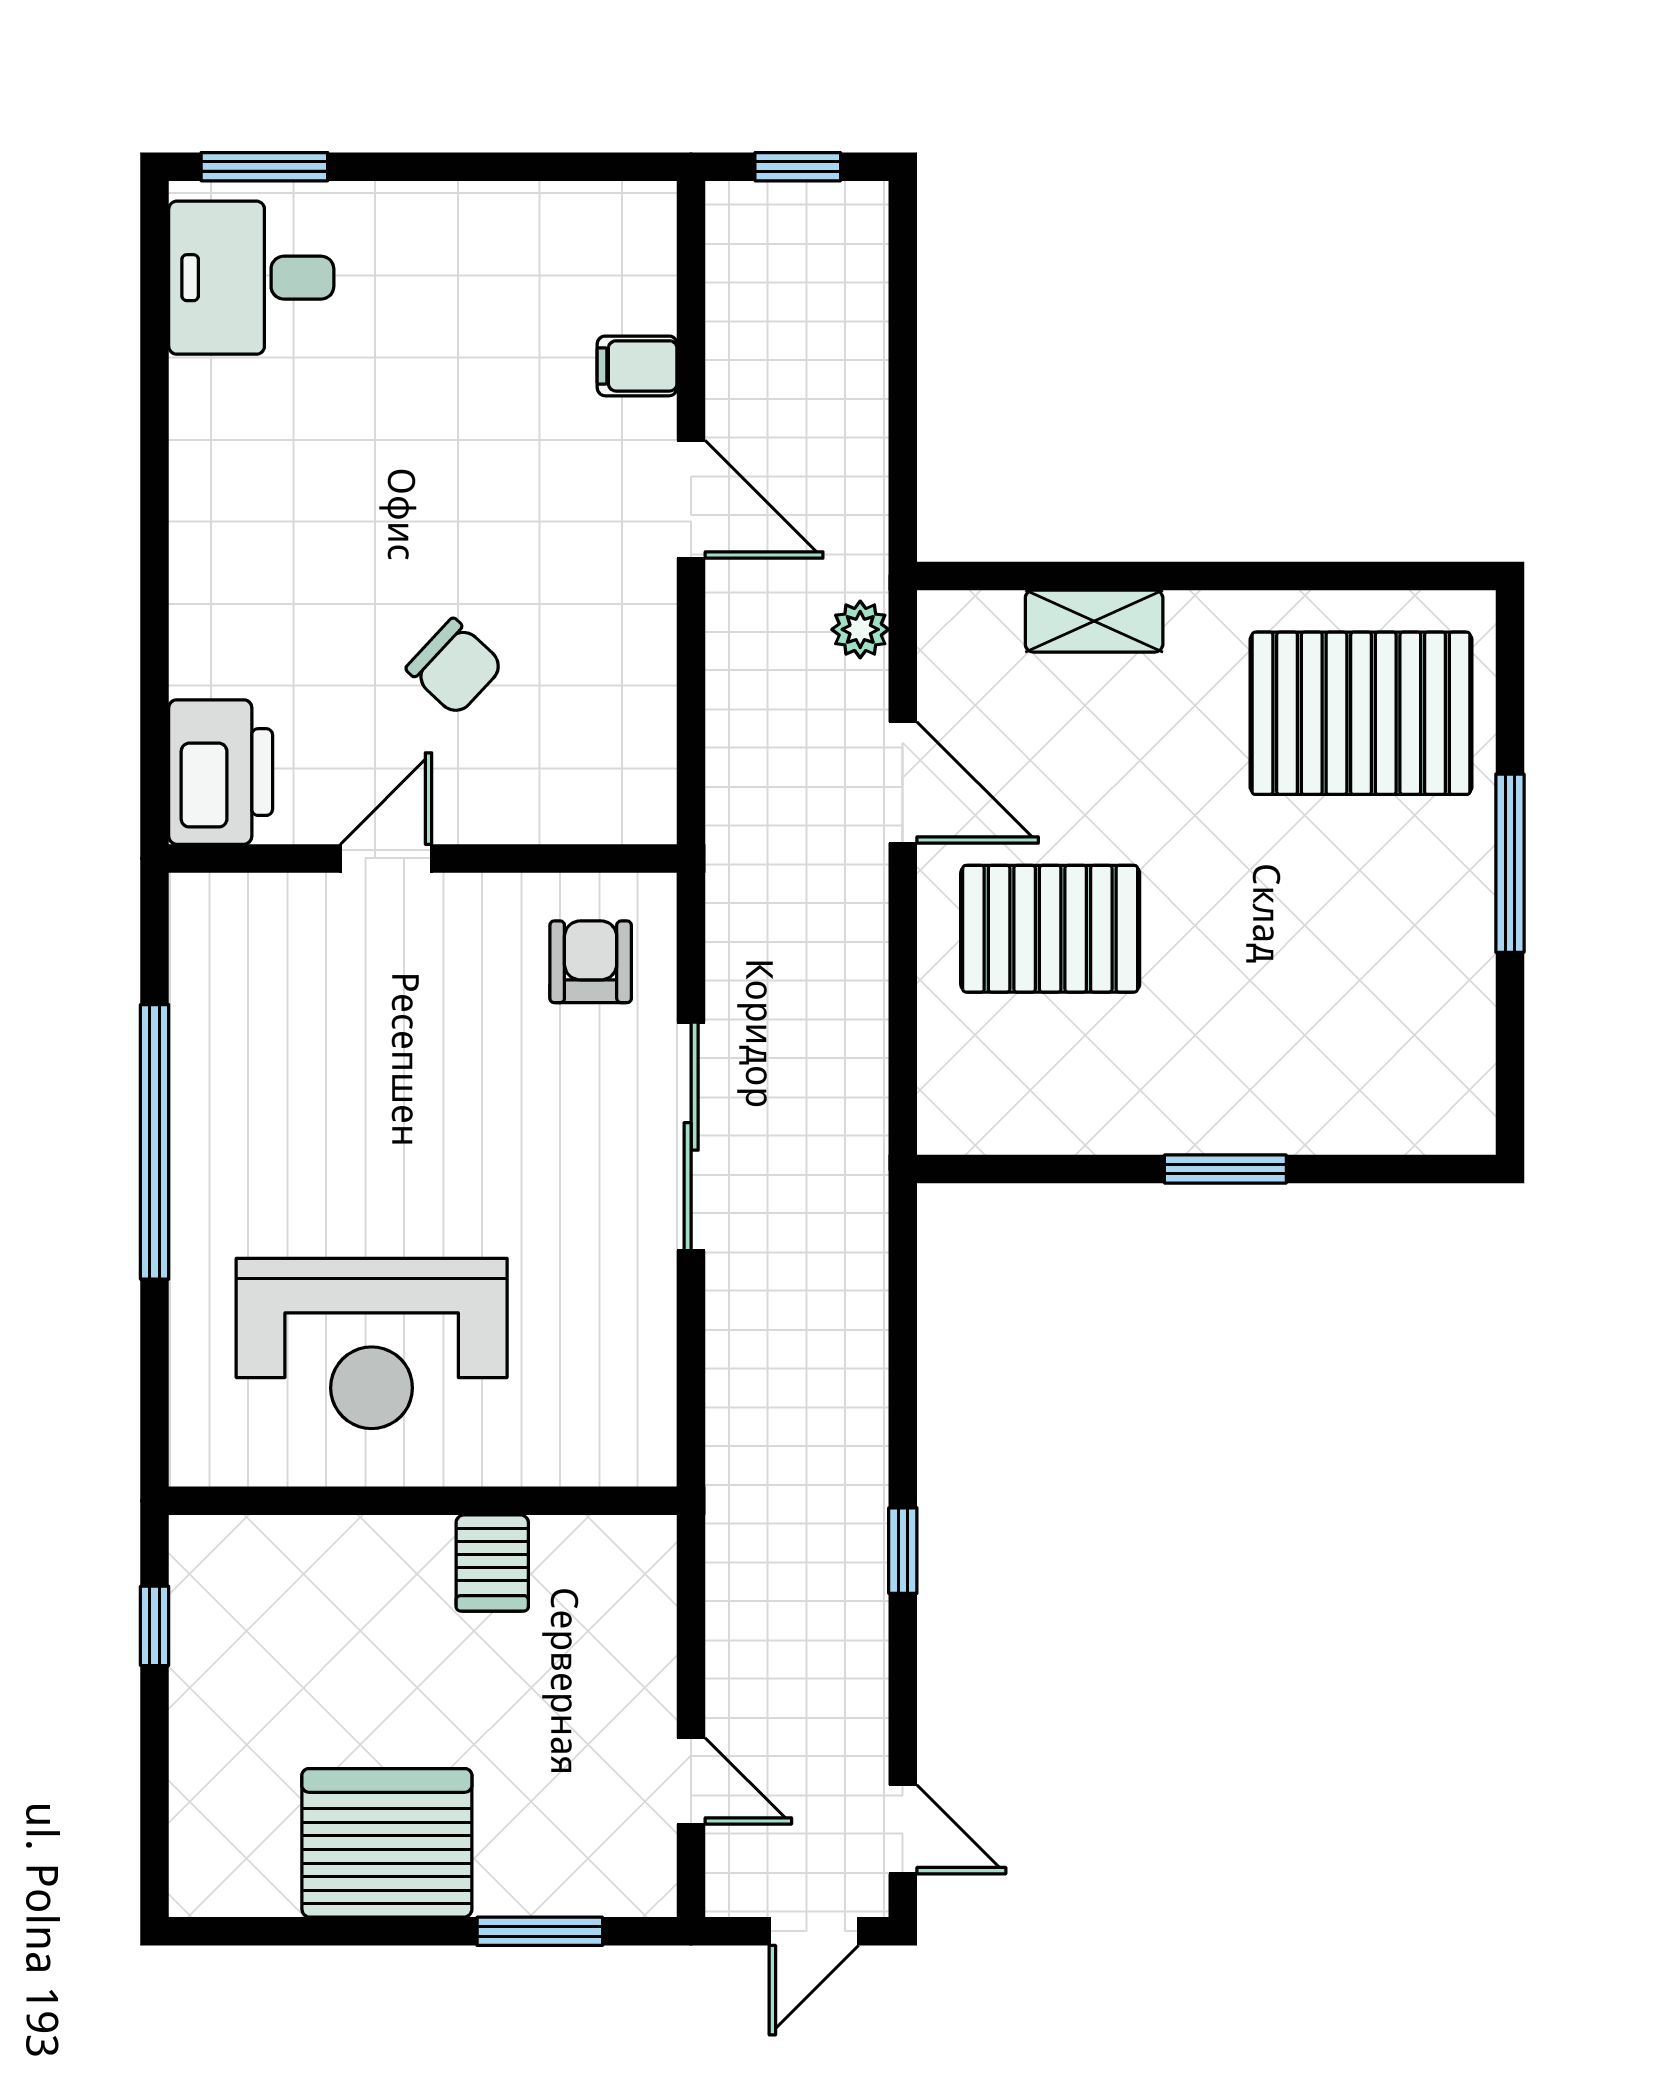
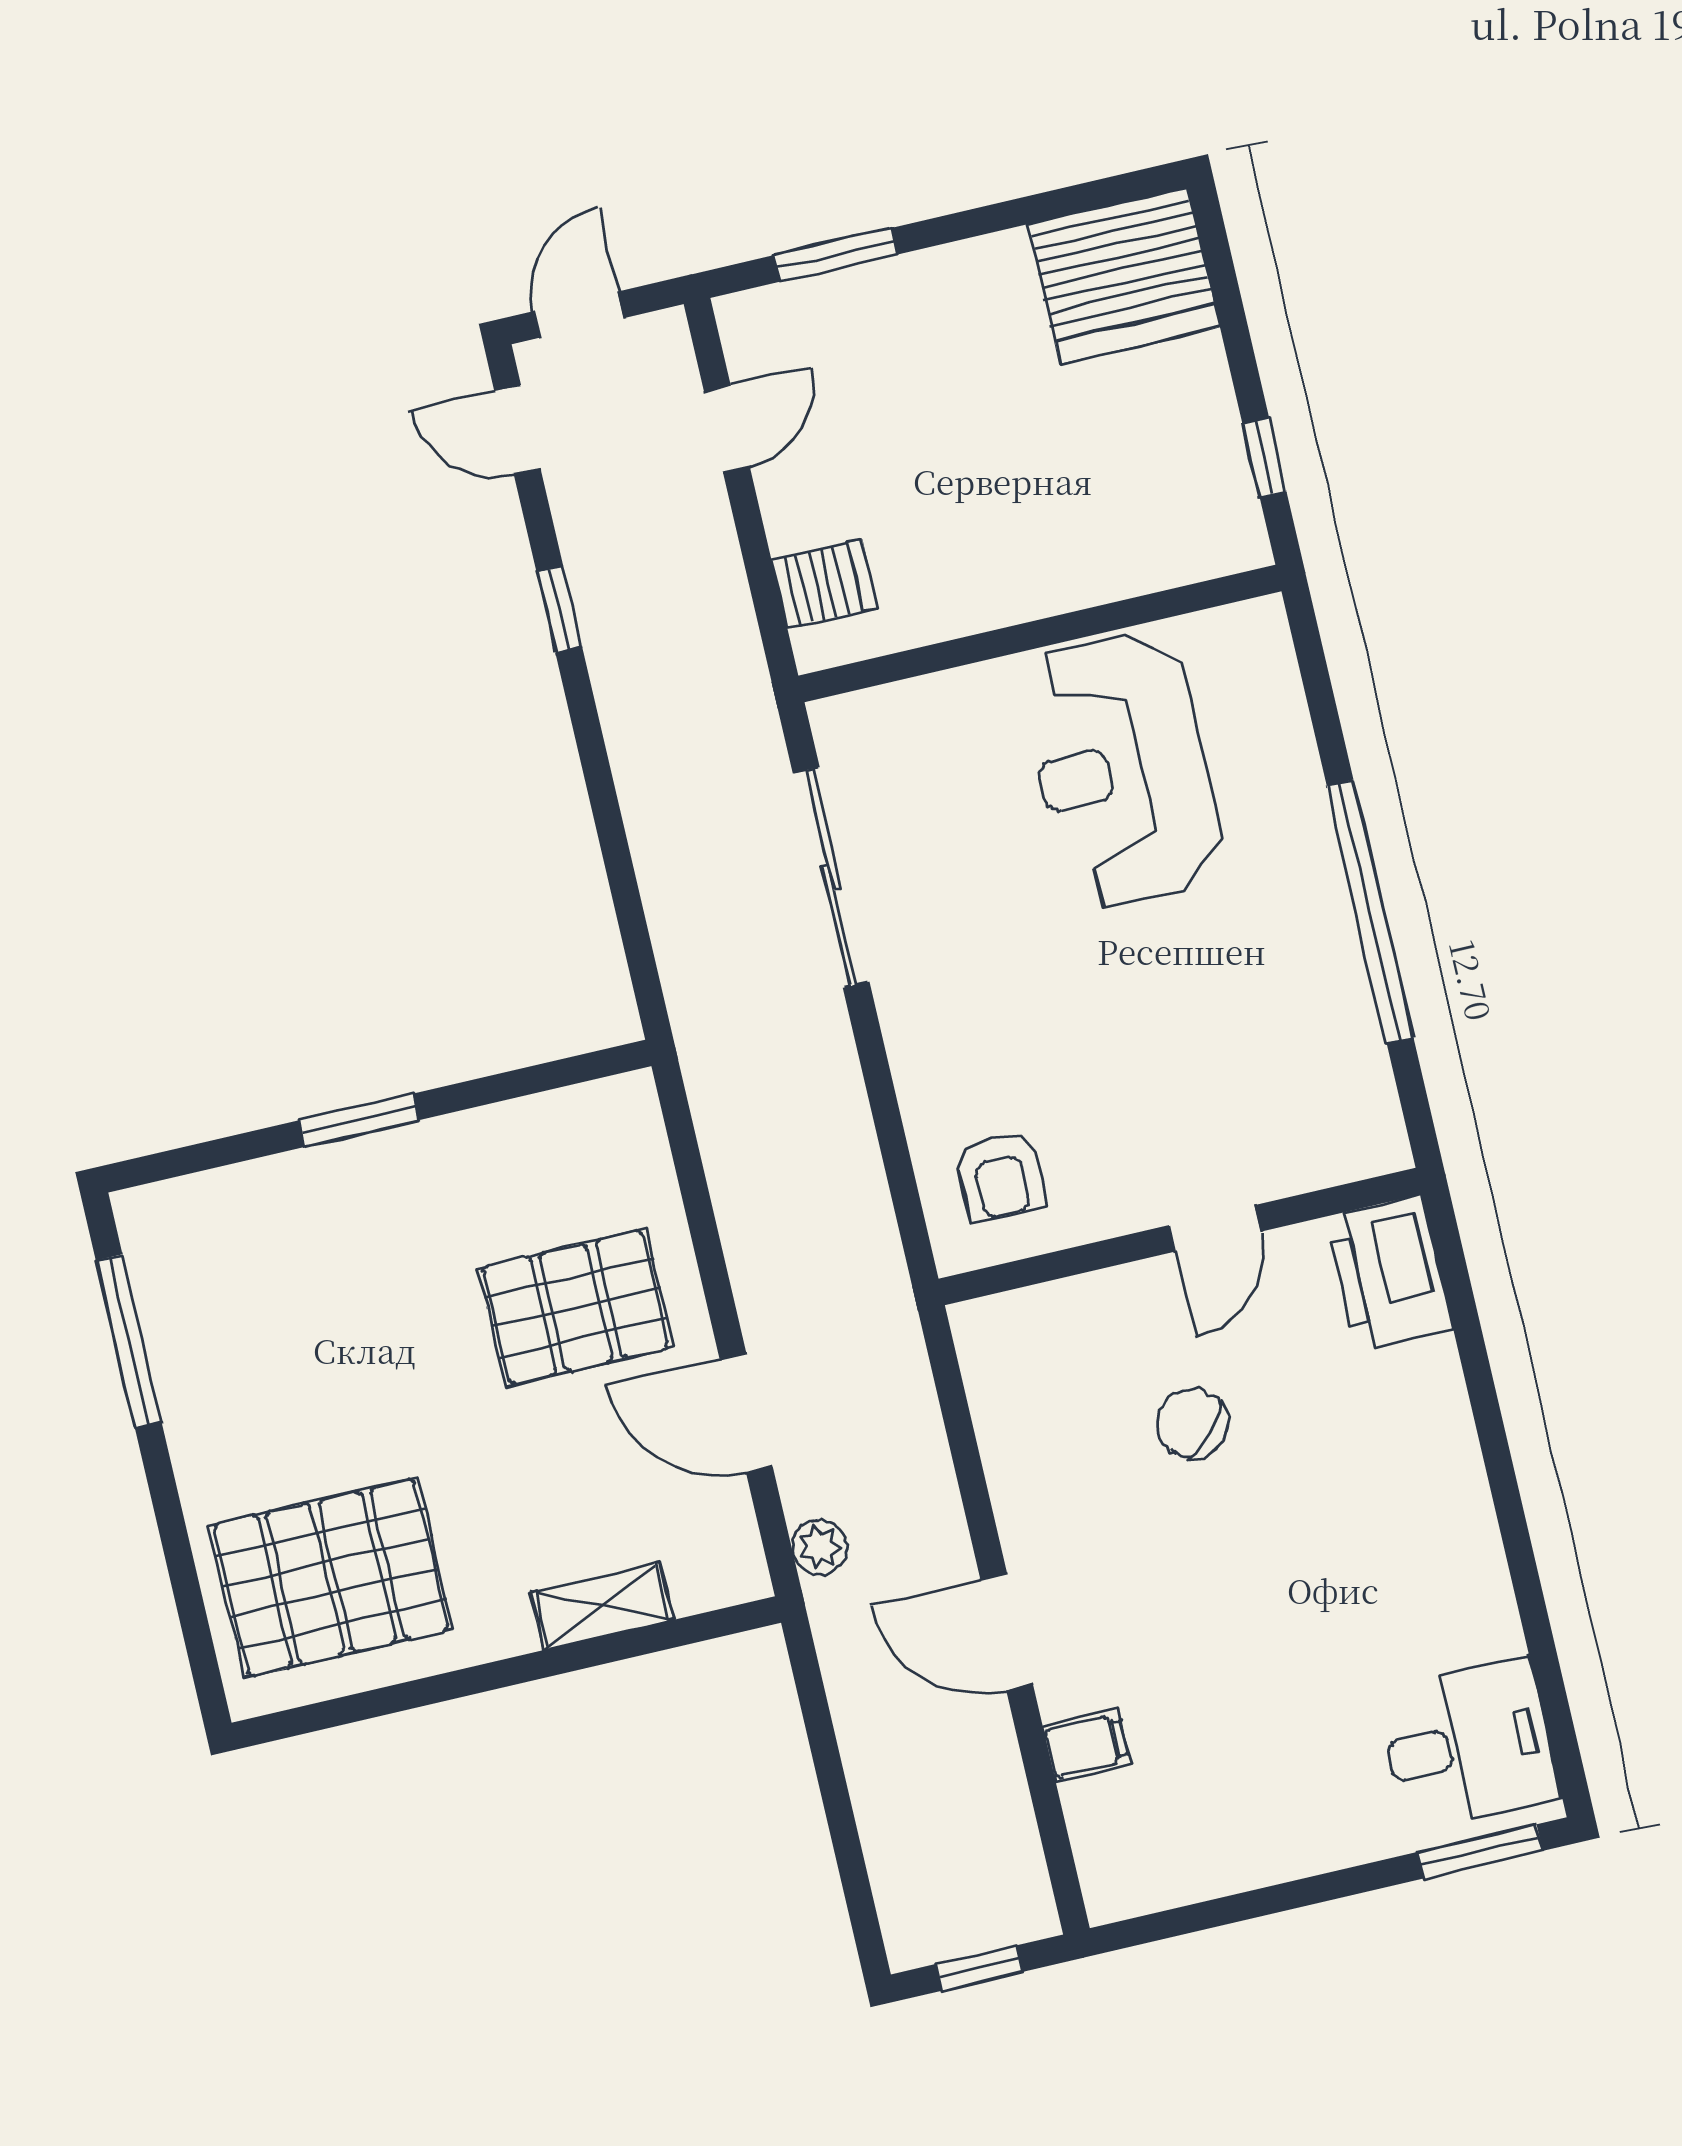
window: (1510, 863) -> (129, 1341), moved
sliding door: (691, 1136) -> (831, 877), moved
reception desk: (372, 1343) -> (1122, 770), turned -90
window: (903, 1551) -> (559, 609), moved
server rack: (492, 1563) -> (825, 584), moved, turned 90
door: (691, 1781) -> (727, 429), swing flipped
server rack: (387, 1843) -> (1124, 275), moved

